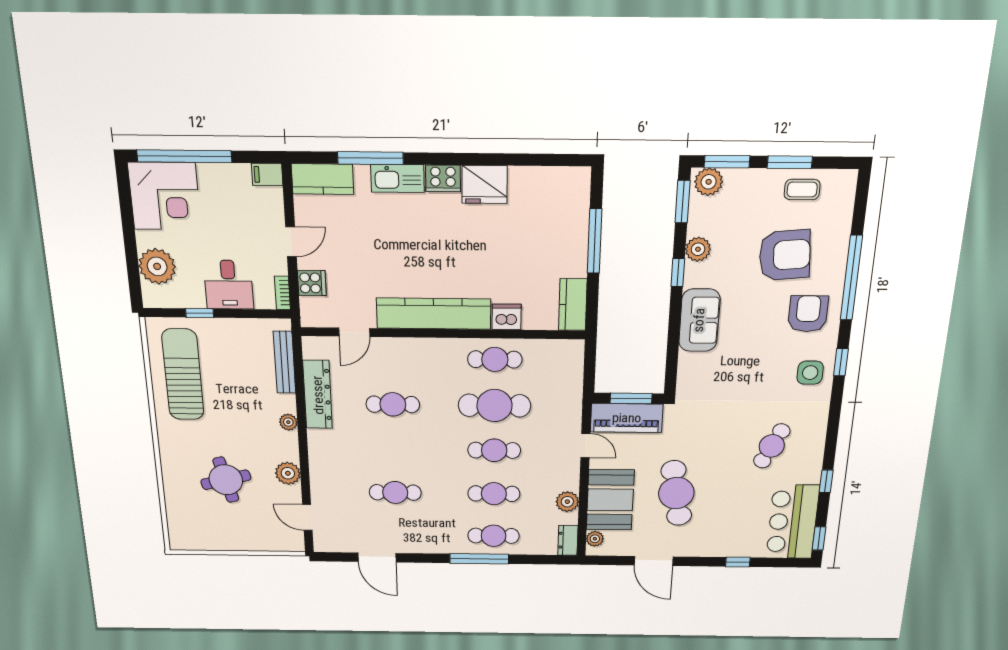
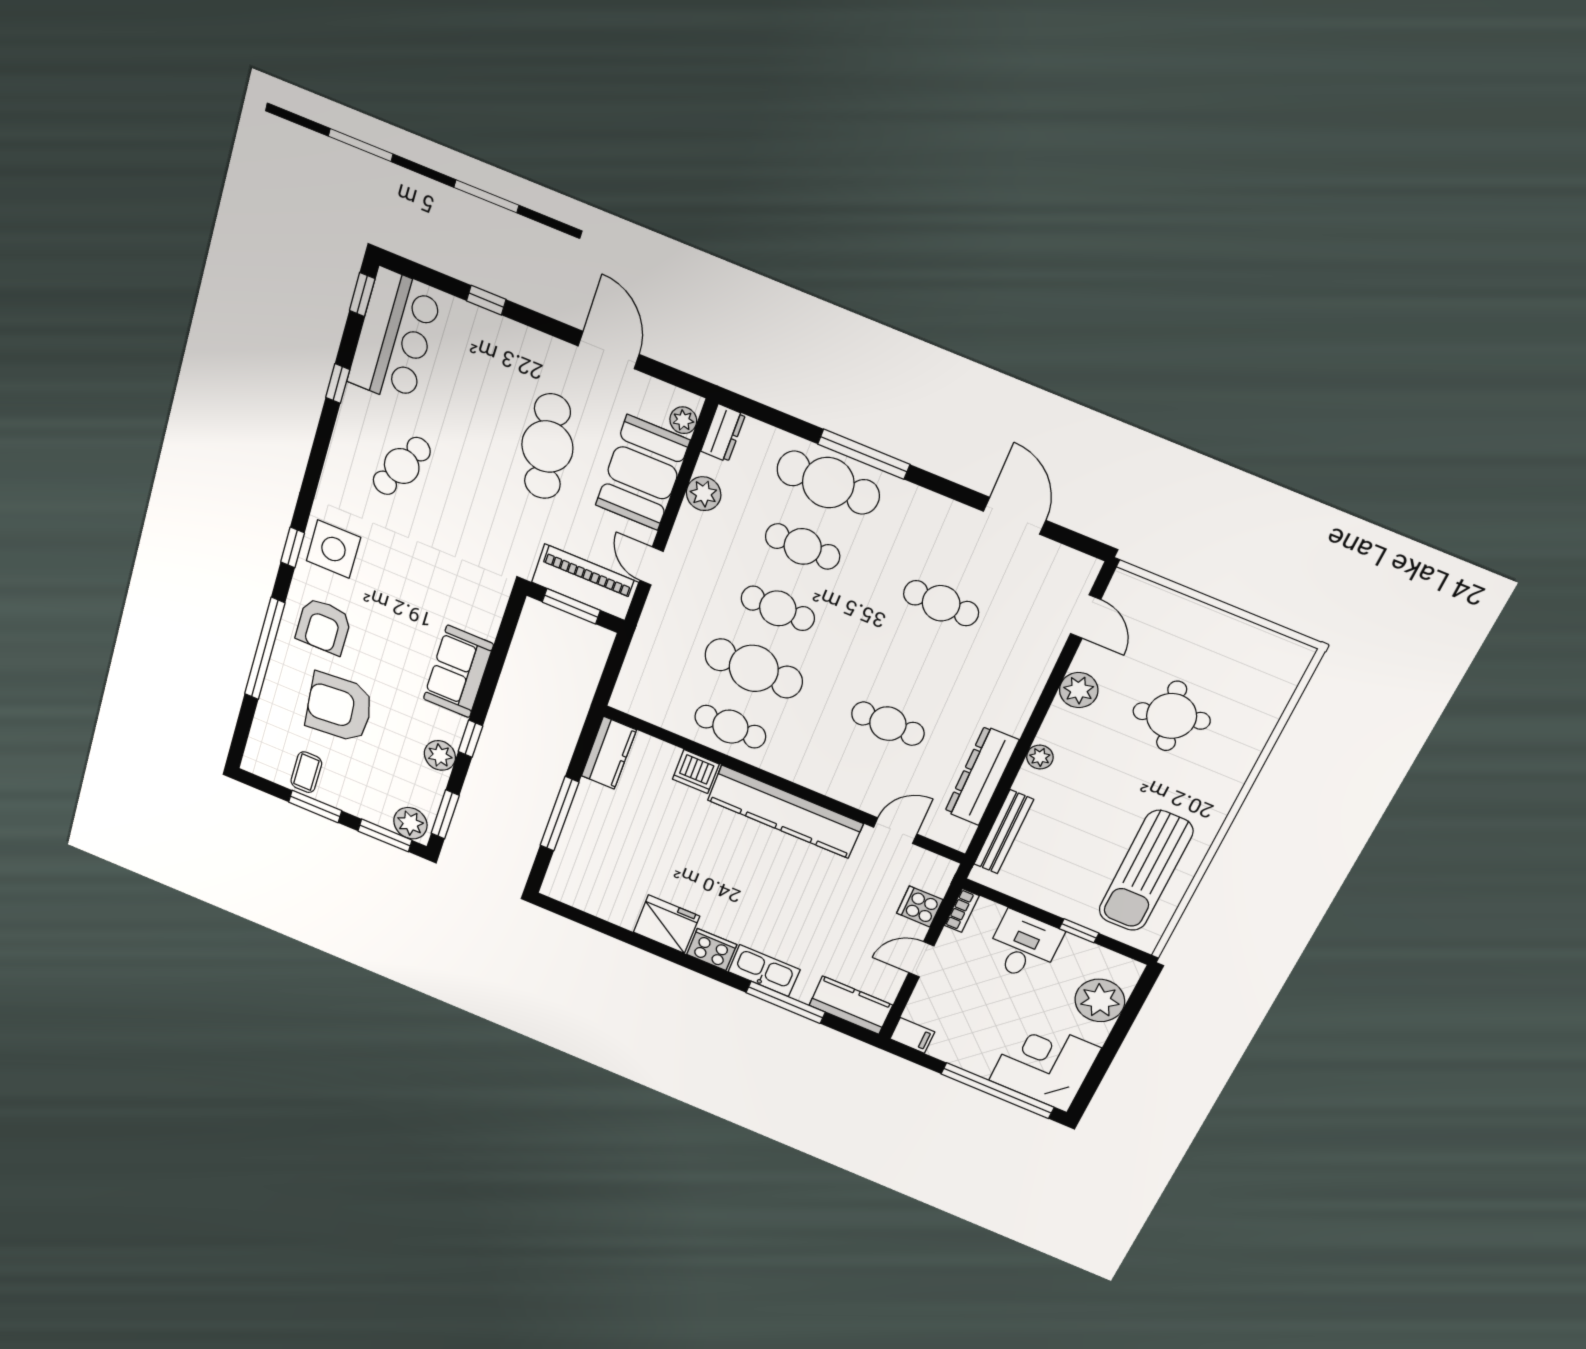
coffee table: (802, 189) -> (306, 772), turned 90
side table: (810, 373) -> (333, 549), width x1.37, depth x1.37
cafe table: (494, 536) -> (828, 483), width x1.37, depth x1.35

